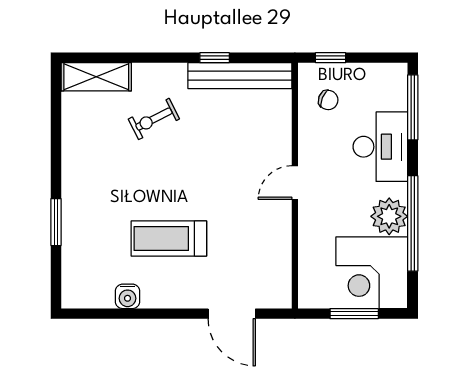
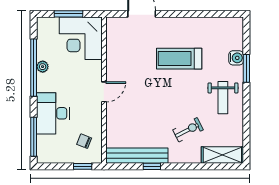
weight bench: (95, 173) -> (223, 98), added
plant: (389, 216) -> (43, 67), width x0.53, depth x0.53
treadmill: (169, 239) -> (179, 59), turned 180
corner desk: (372, 273) -> (81, 38), moved, turned 180
water cooler: (128, 296) -> (236, 58), moved, turned 90

